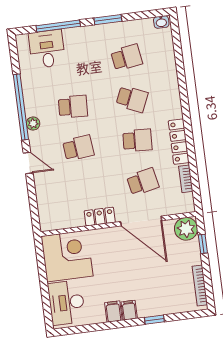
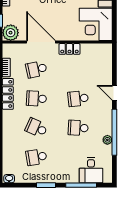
plant: (33, 123) -> (107, 140), moved

